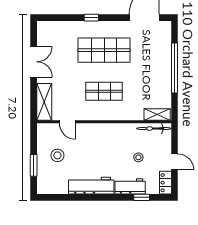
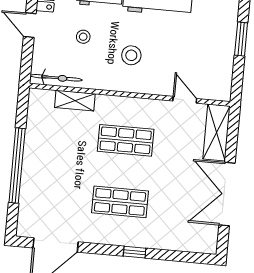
shop shelf: (104, 50) -> (120, 202), width x0.70, depth x0.74
double door: (34, 62) -> (227, 194), width x1.37
shelving: (157, 115) -> (75, 101), moved
stool: (57, 155) -> (131, 55), moved

